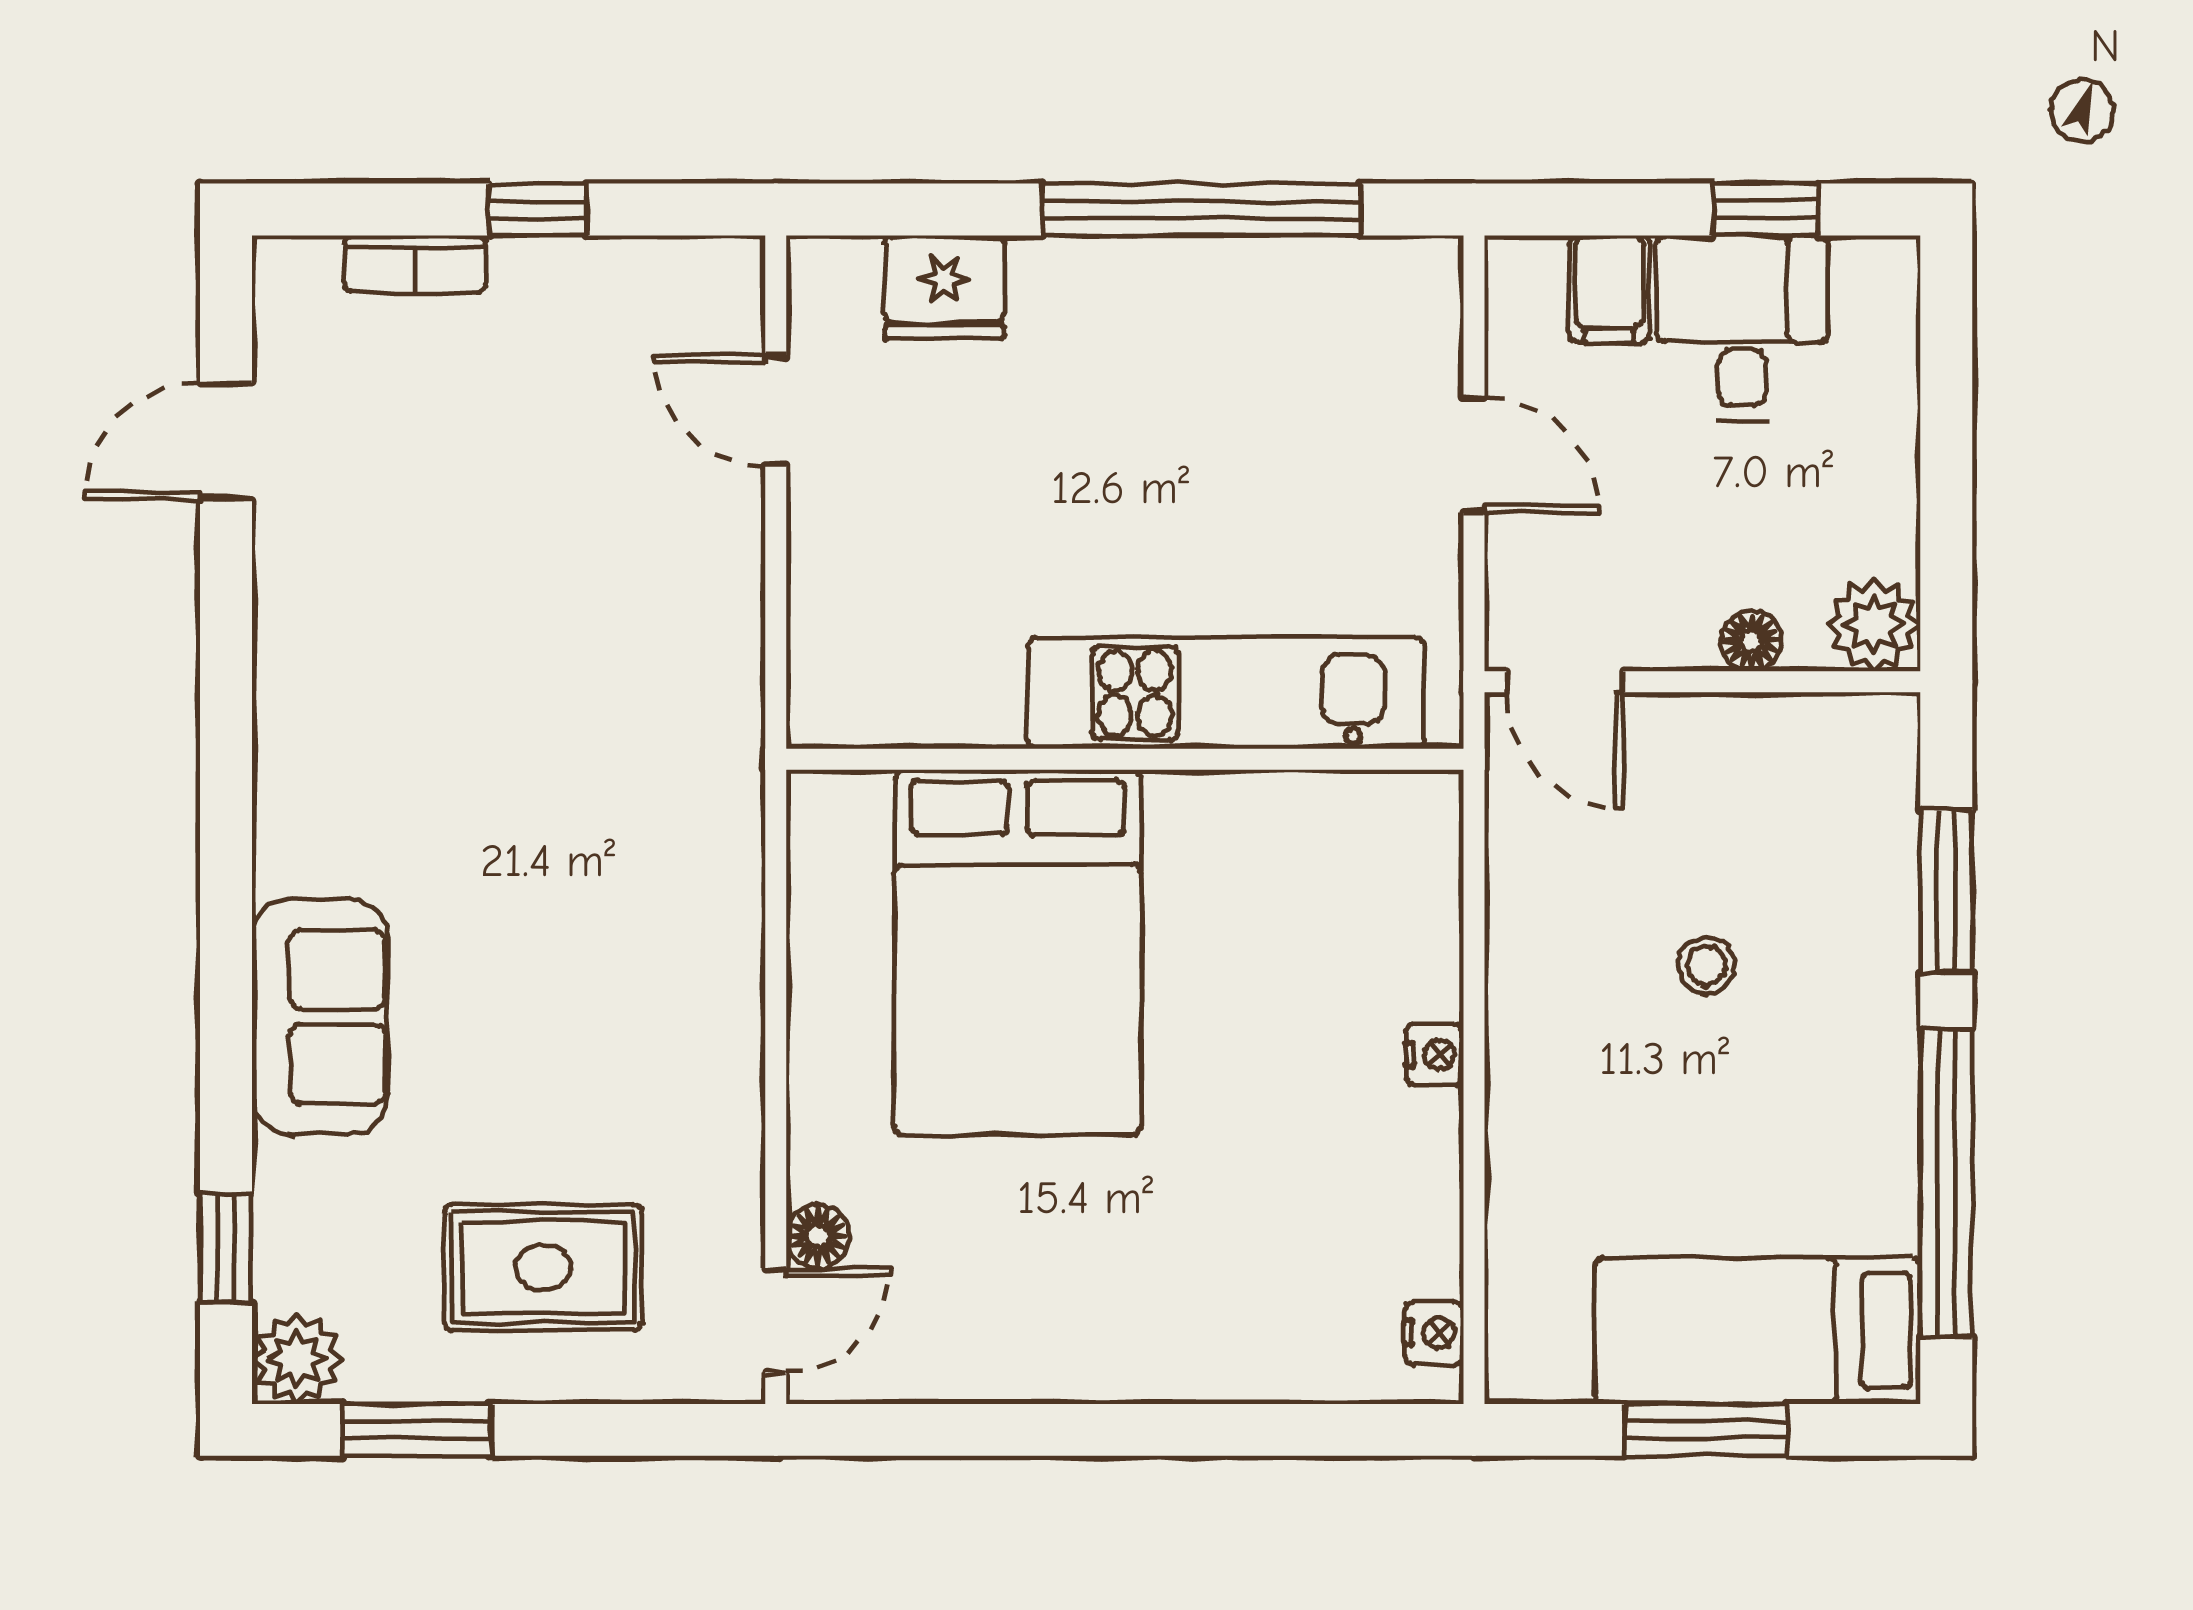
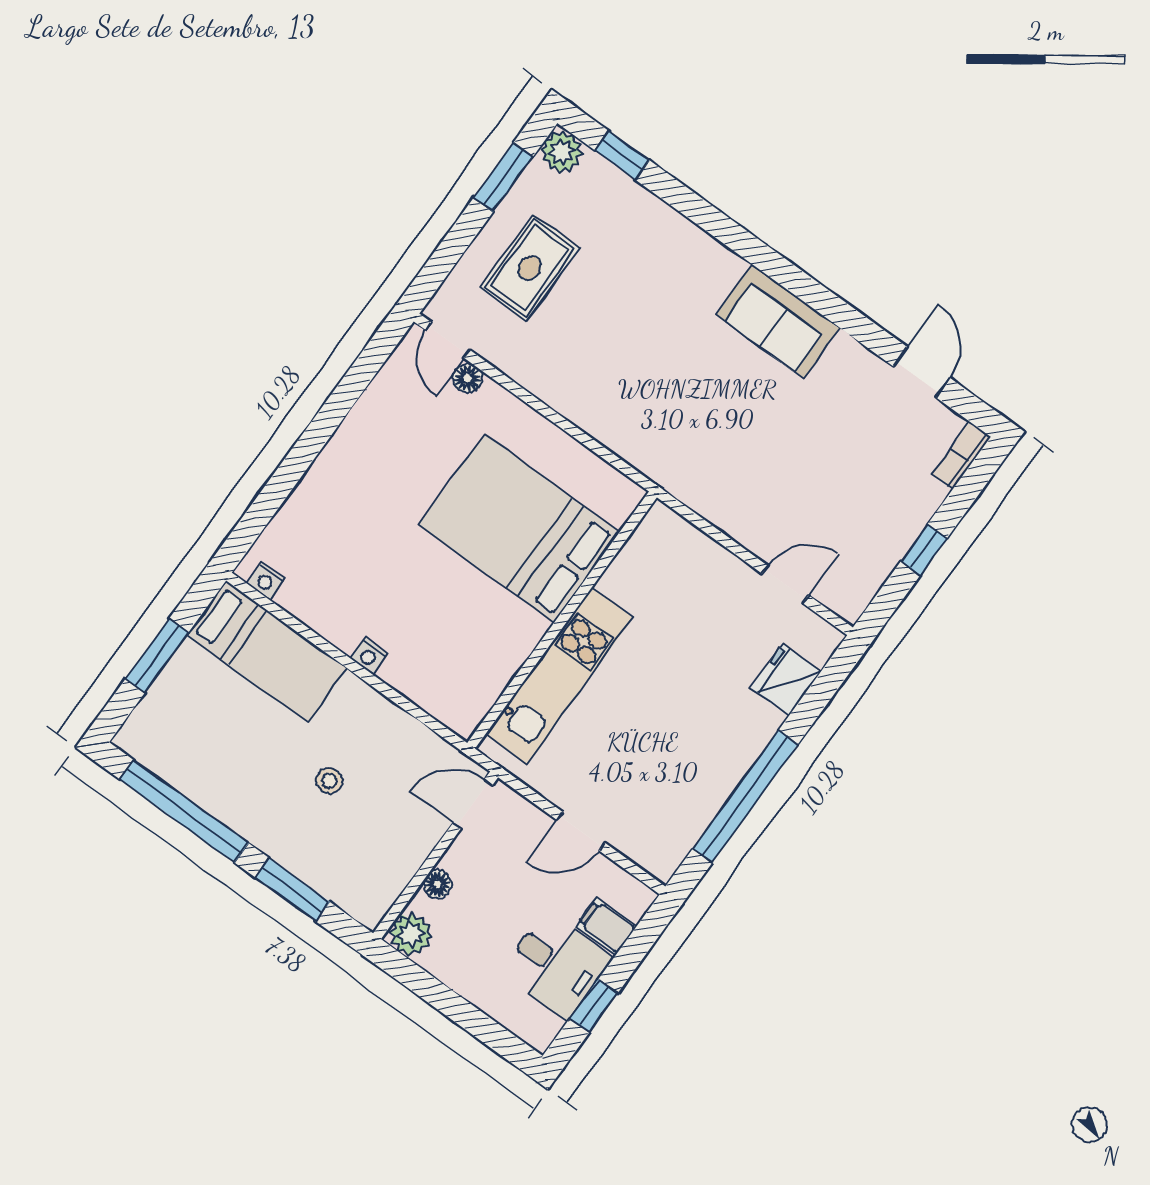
bookcase: (415, 264) -> (961, 456), moved
sofa: (320, 1017) -> (778, 321), moved
bed: (1758, 1331) -> (267, 651), moved, turned 90

